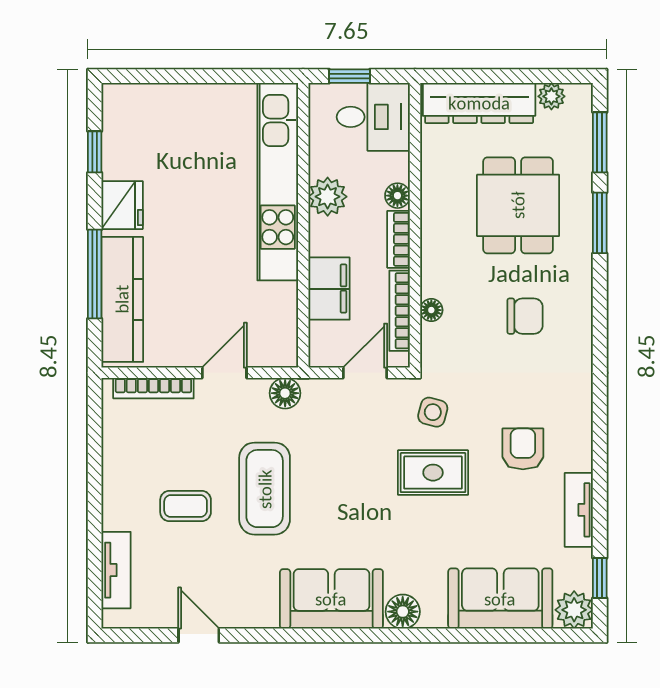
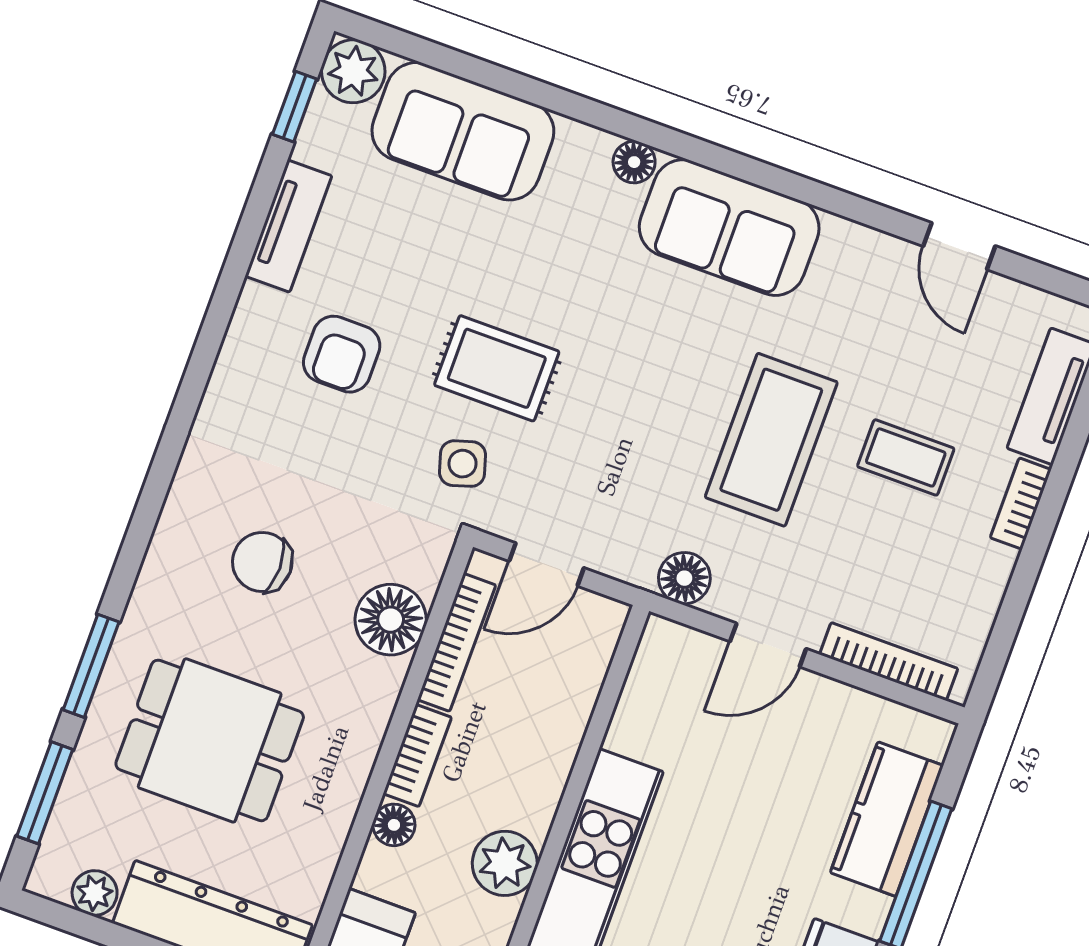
dining table: (518, 205) -> (210, 740), turned 90
filing cabinet: (329, 289) -> (555, 718), removed
kitchen counter: (122, 299) -> (887, 819), width x0.67
floor lamp: (431, 310) -> (391, 620), width x1.89, depth x1.89
side table: (433, 412) -> (463, 464), turned -32
bookcase: (112, 504) -> (1021, 504), added
floor lamp: (403, 612) -> (634, 162), width x0.73, depth x0.73

